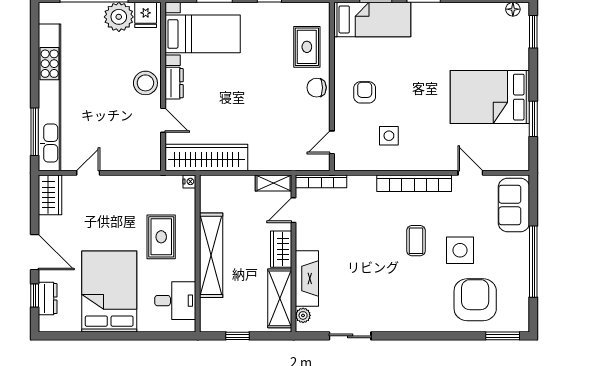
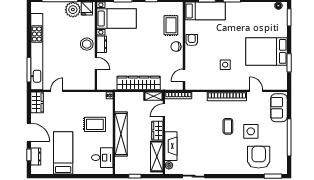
armchair: (365, 92) -> (192, 40), moved
side table: (389, 136) -> (225, 65), moved
wardrobe: (206, 158) -> (139, 83), moved
rug: (161, 237) -> (95, 124), turned 90
bed: (109, 291) -> (63, 153), width x0.67

